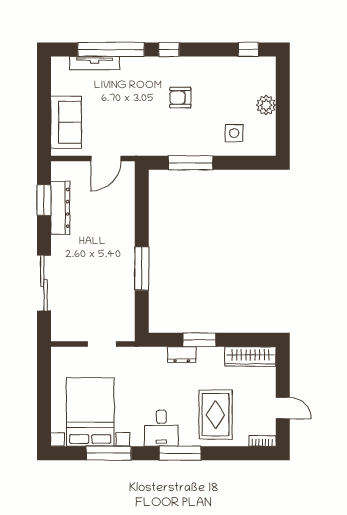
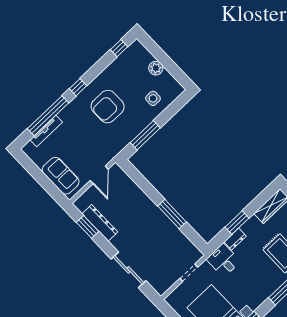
armchair: (180, 97) -> (108, 107), width x1.88, depth x1.88
desk: (161, 428) -> (223, 260), moved, turned 180

